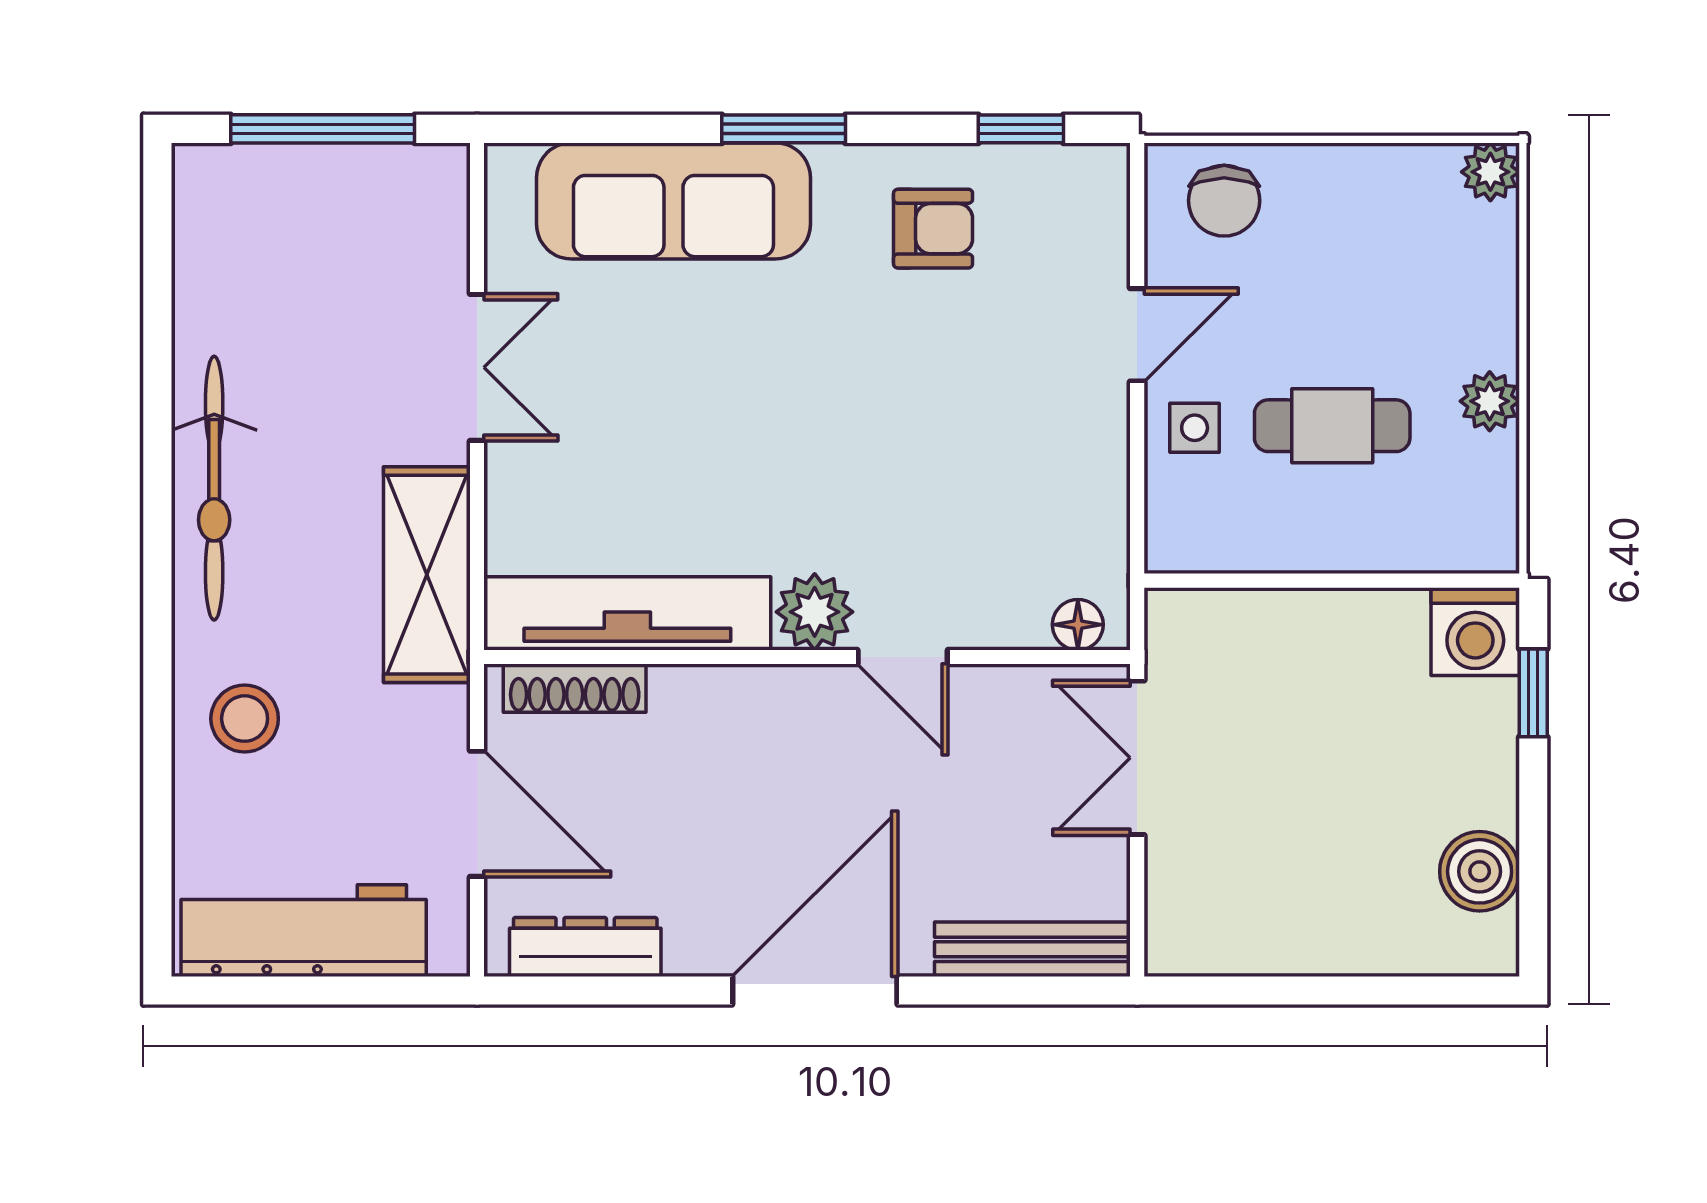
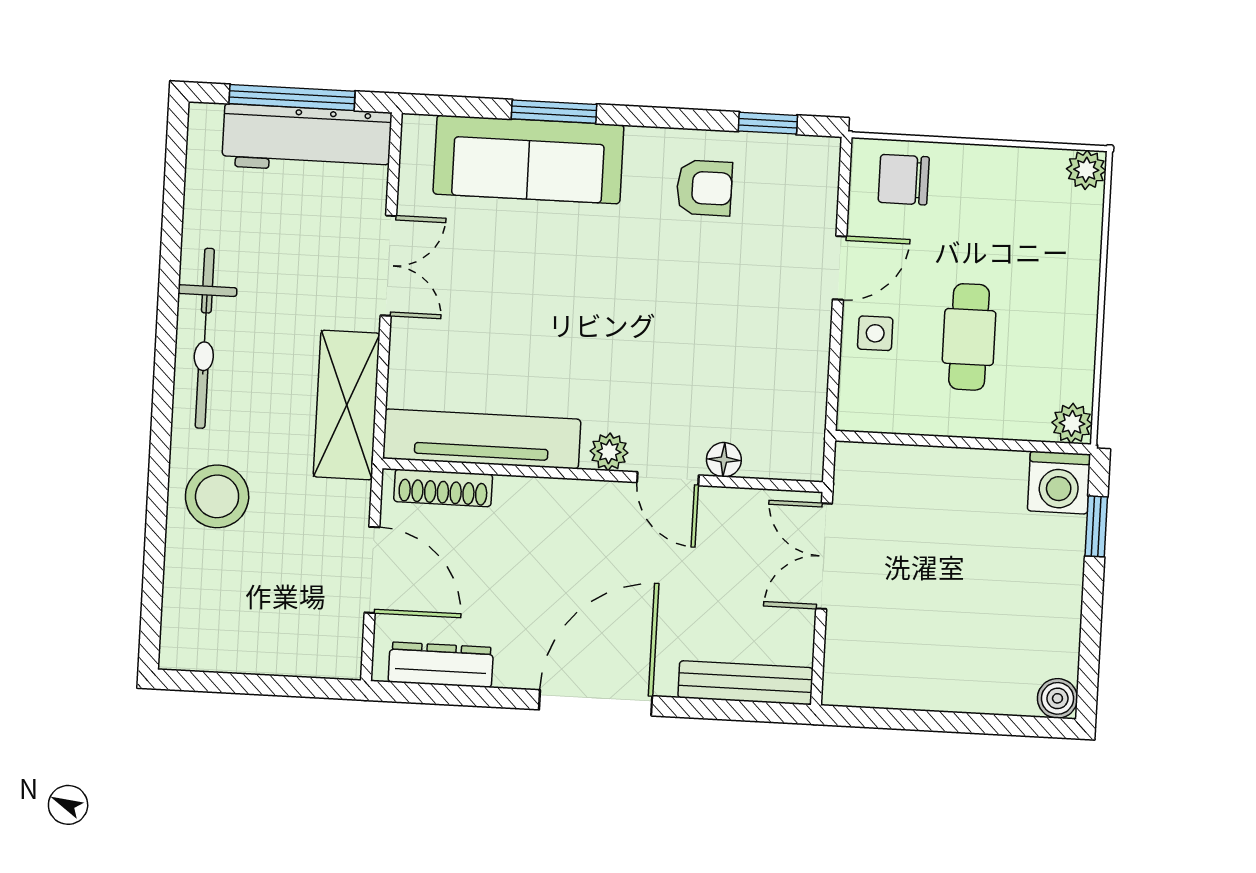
window: (784, 129) -> (554, 112), moved
chair: (1224, 201) -> (904, 180), turned 90
plant: (1490, 401) -> (1072, 423), moved
cafe table: (1332, 426) -> (969, 337), turned 90
plant: (815, 612) -> (609, 452), width x0.73, depth x0.73
floor lamp: (1078, 625) -> (724, 460), moved
stool: (245, 719) -> (217, 496), width x1.38, depth x1.38
boiler: (1480, 871) -> (1057, 698), moved, width x0.73, depth x0.73
workbench: (304, 931) -> (307, 139), moved, turned 180

